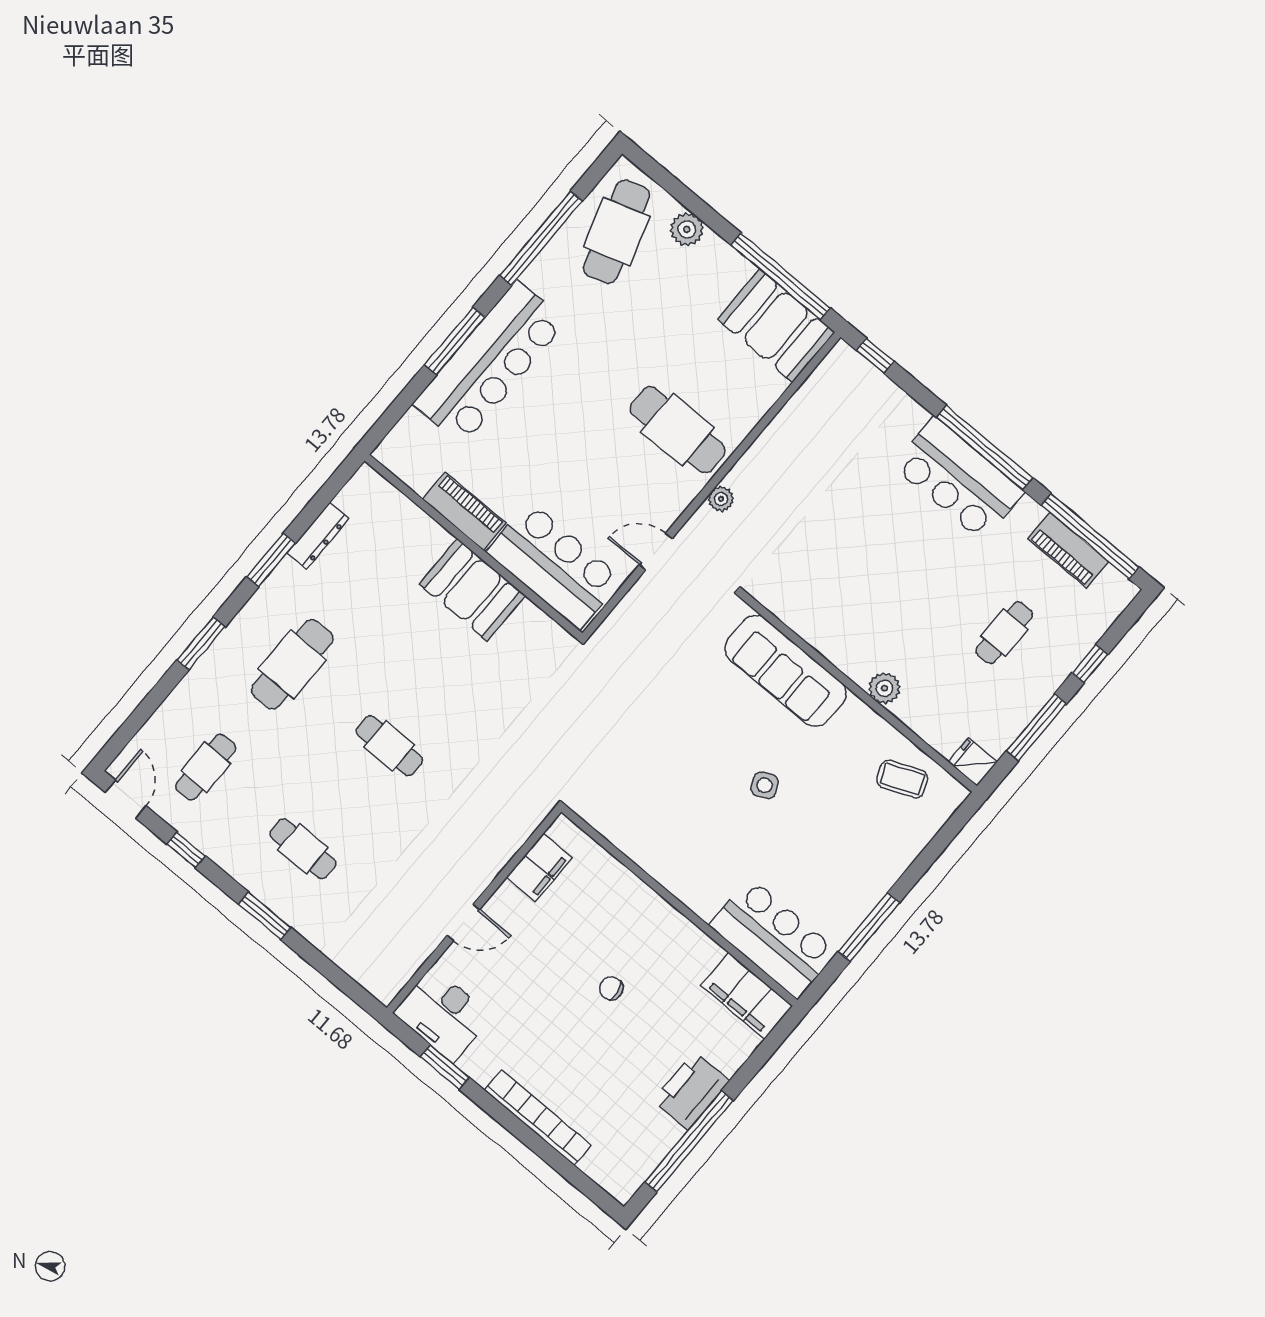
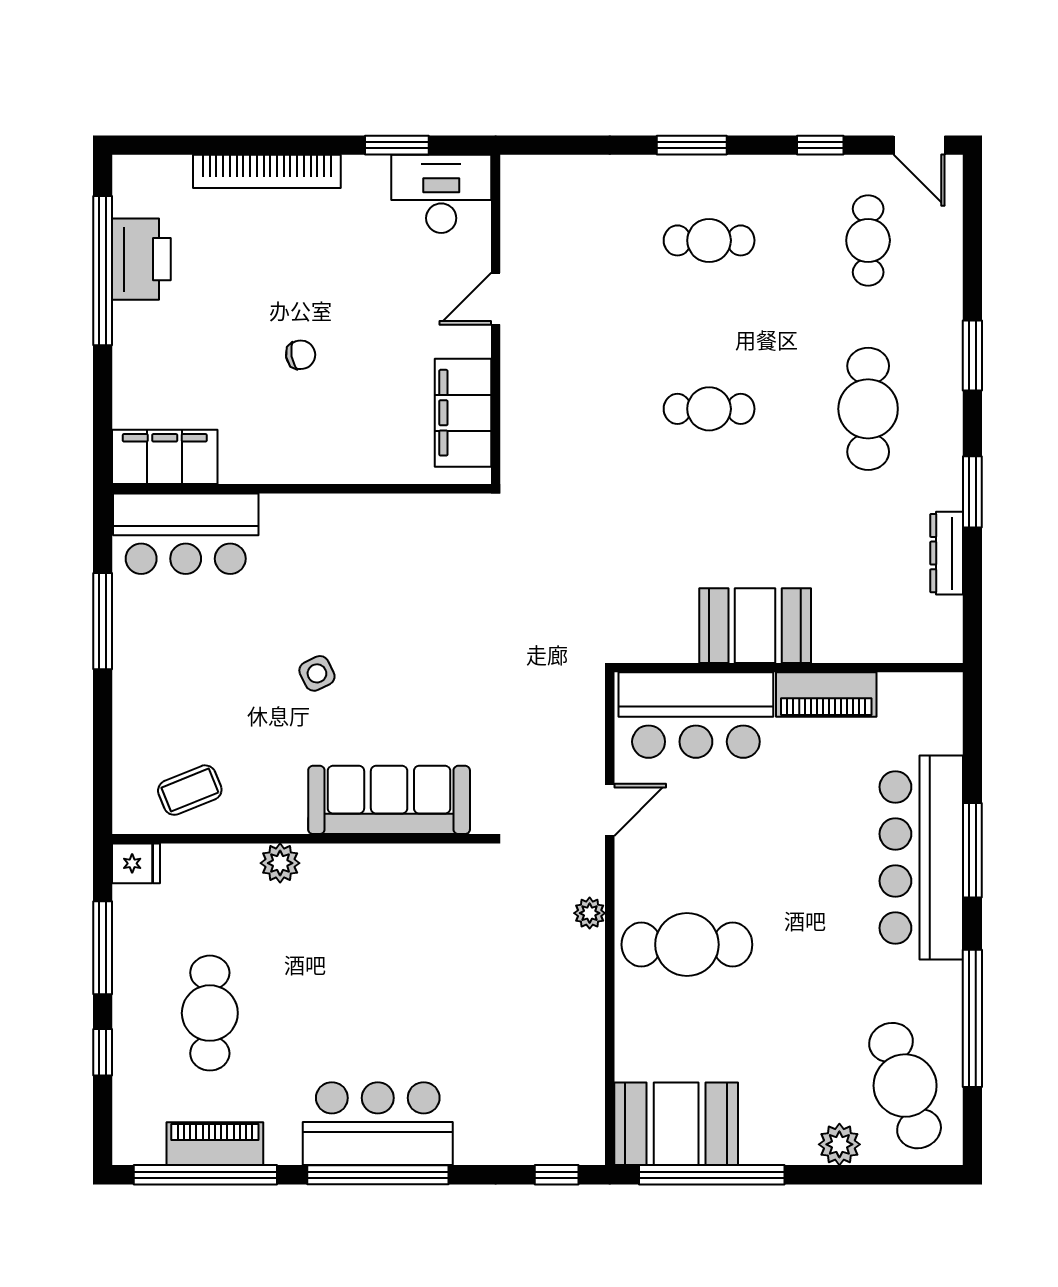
cafe table: (1004, 633) -> (210, 1013), width x1.37, depth x1.35
filing cabinet: (539, 868) -> (463, 413), width x1.50, depth x1.17
printer: (691, 1091) -> (141, 259), moved

